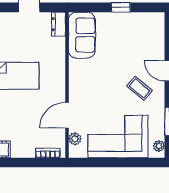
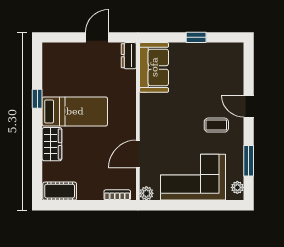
coffee table: (139, 88) -> (216, 125), turned -40
plant: (75, 139) -> (146, 193), moved

